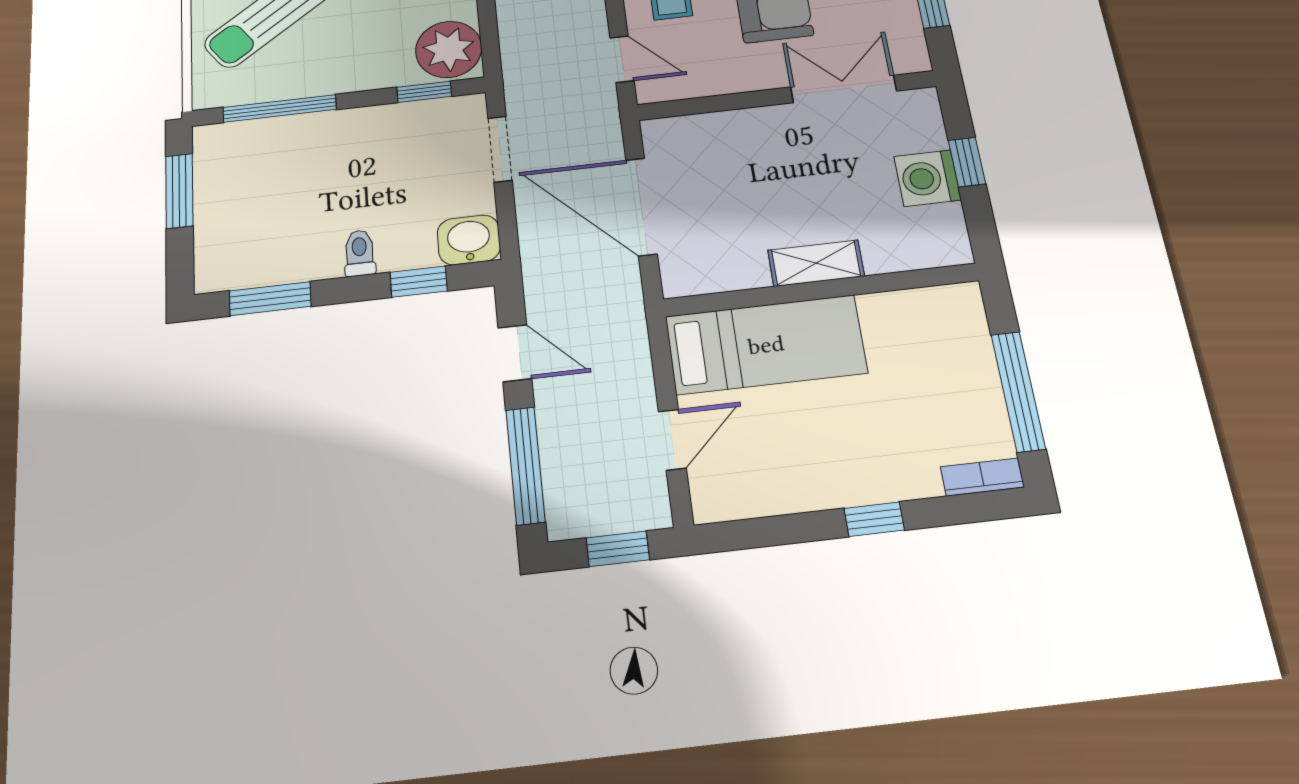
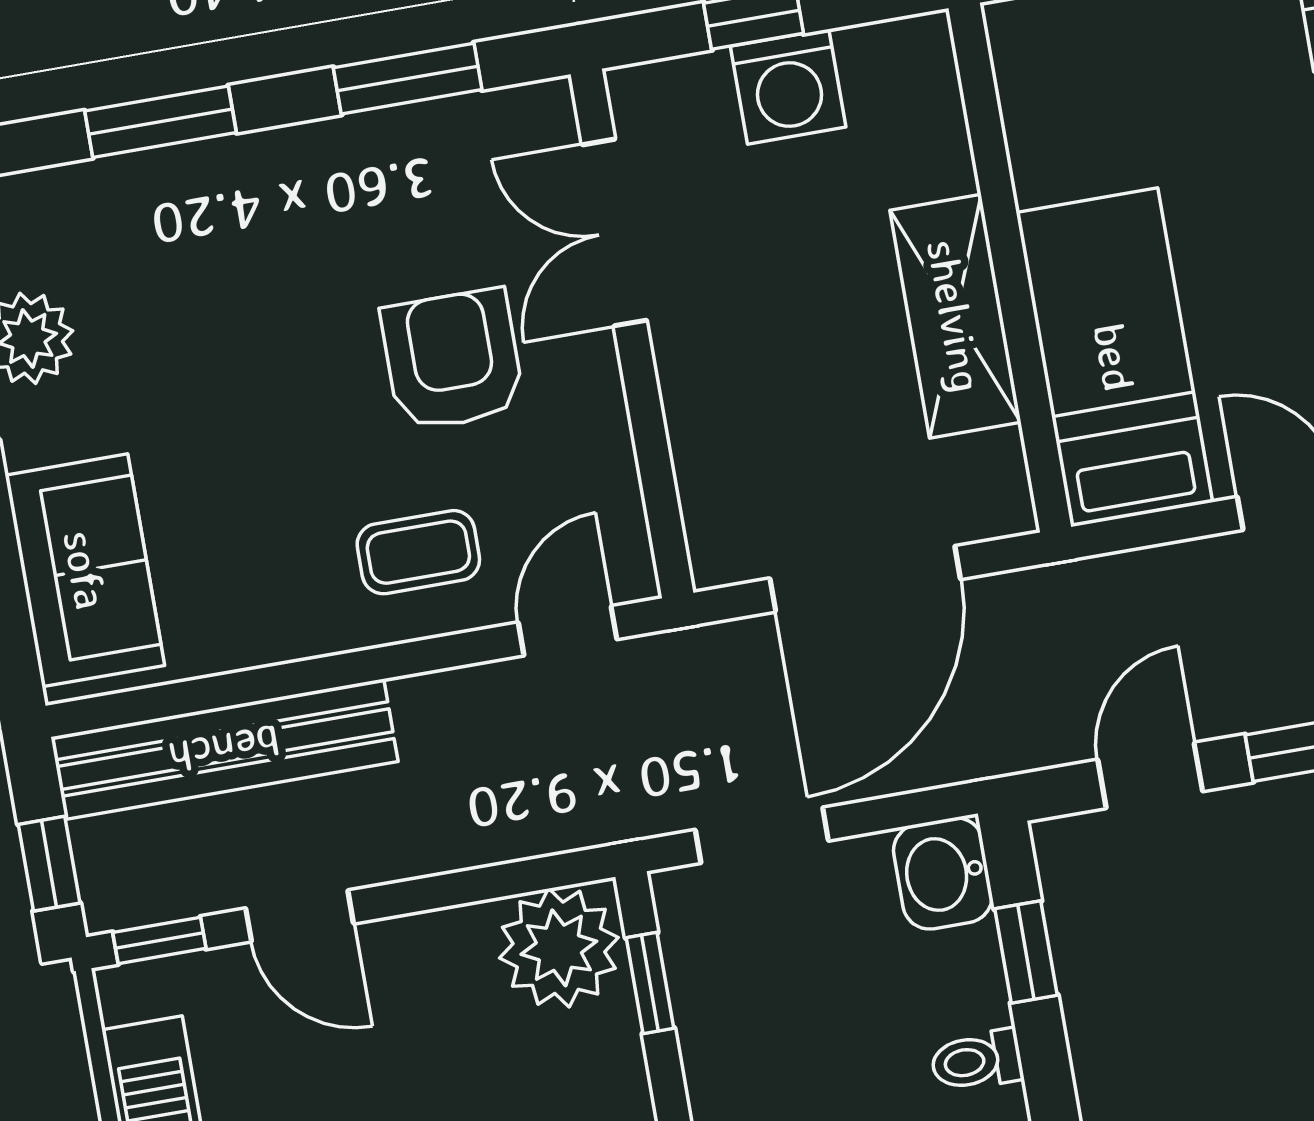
shelving: (816, 263) -> (955, 316), width x1.50, depth x1.33

